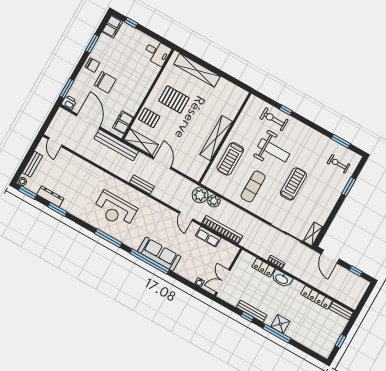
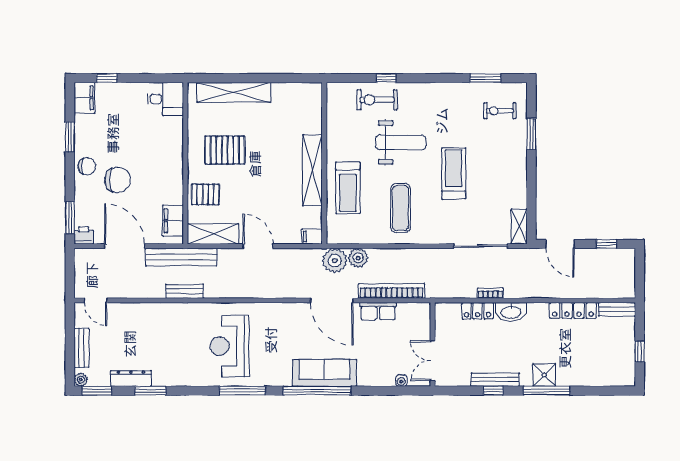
filing cabinet: (195, 175) -> (312, 236), added
bench: (142, 184) -> (185, 291), moved
reception desk: (115, 210) -> (230, 346), turned 90
door: (186, 216) -> (332, 300), width x1.87

